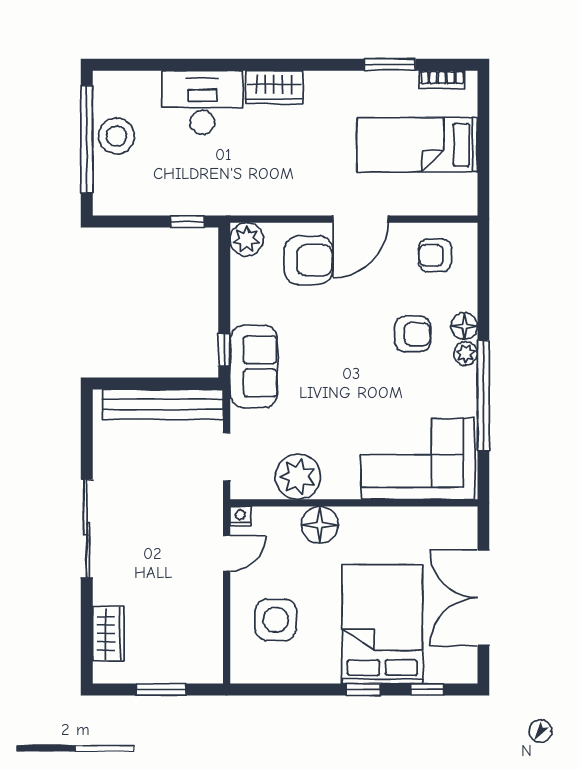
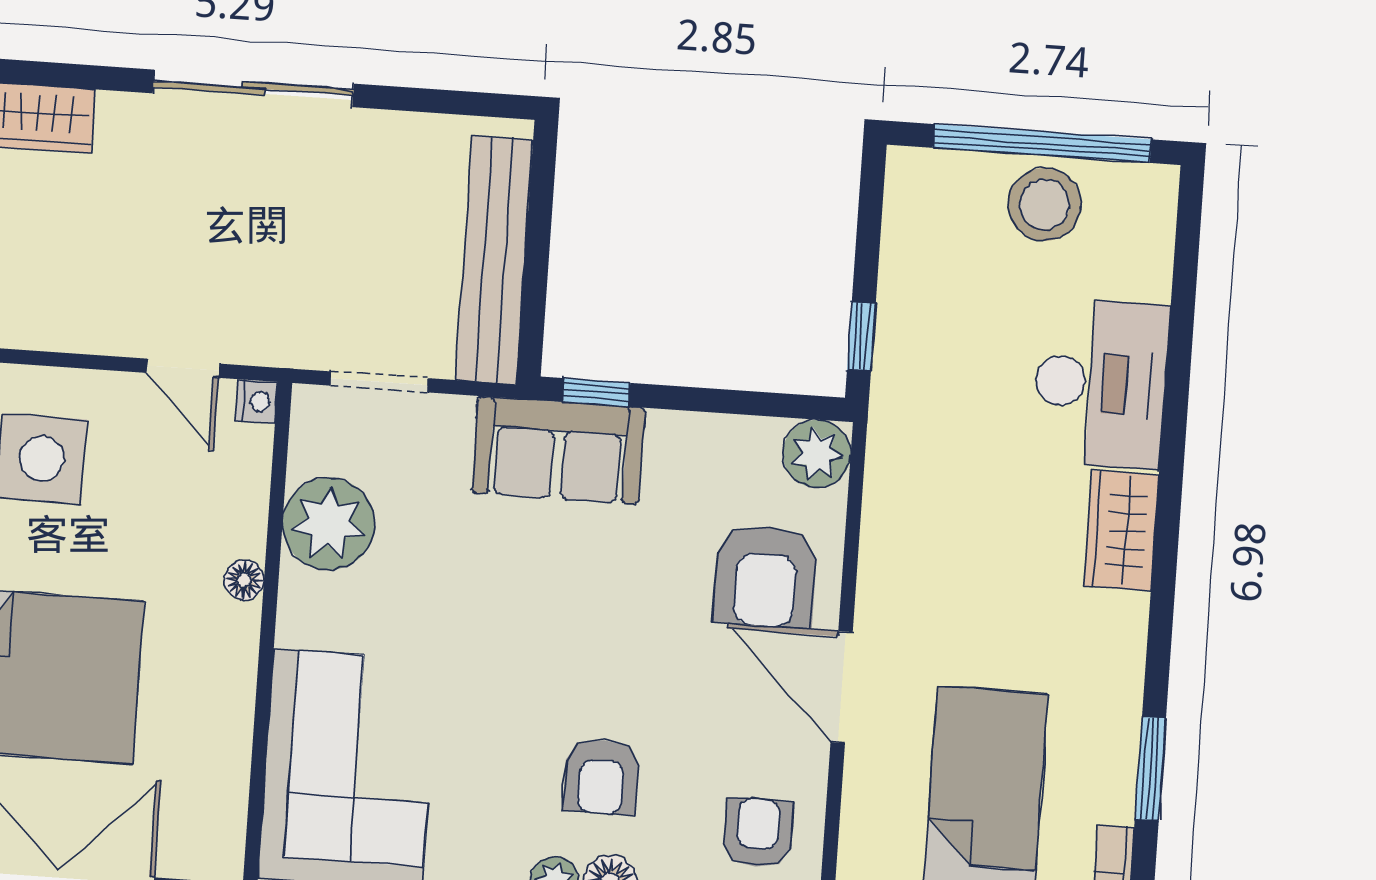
floor lamp: (320, 525) -> (244, 580), width x0.53, depth x0.53

